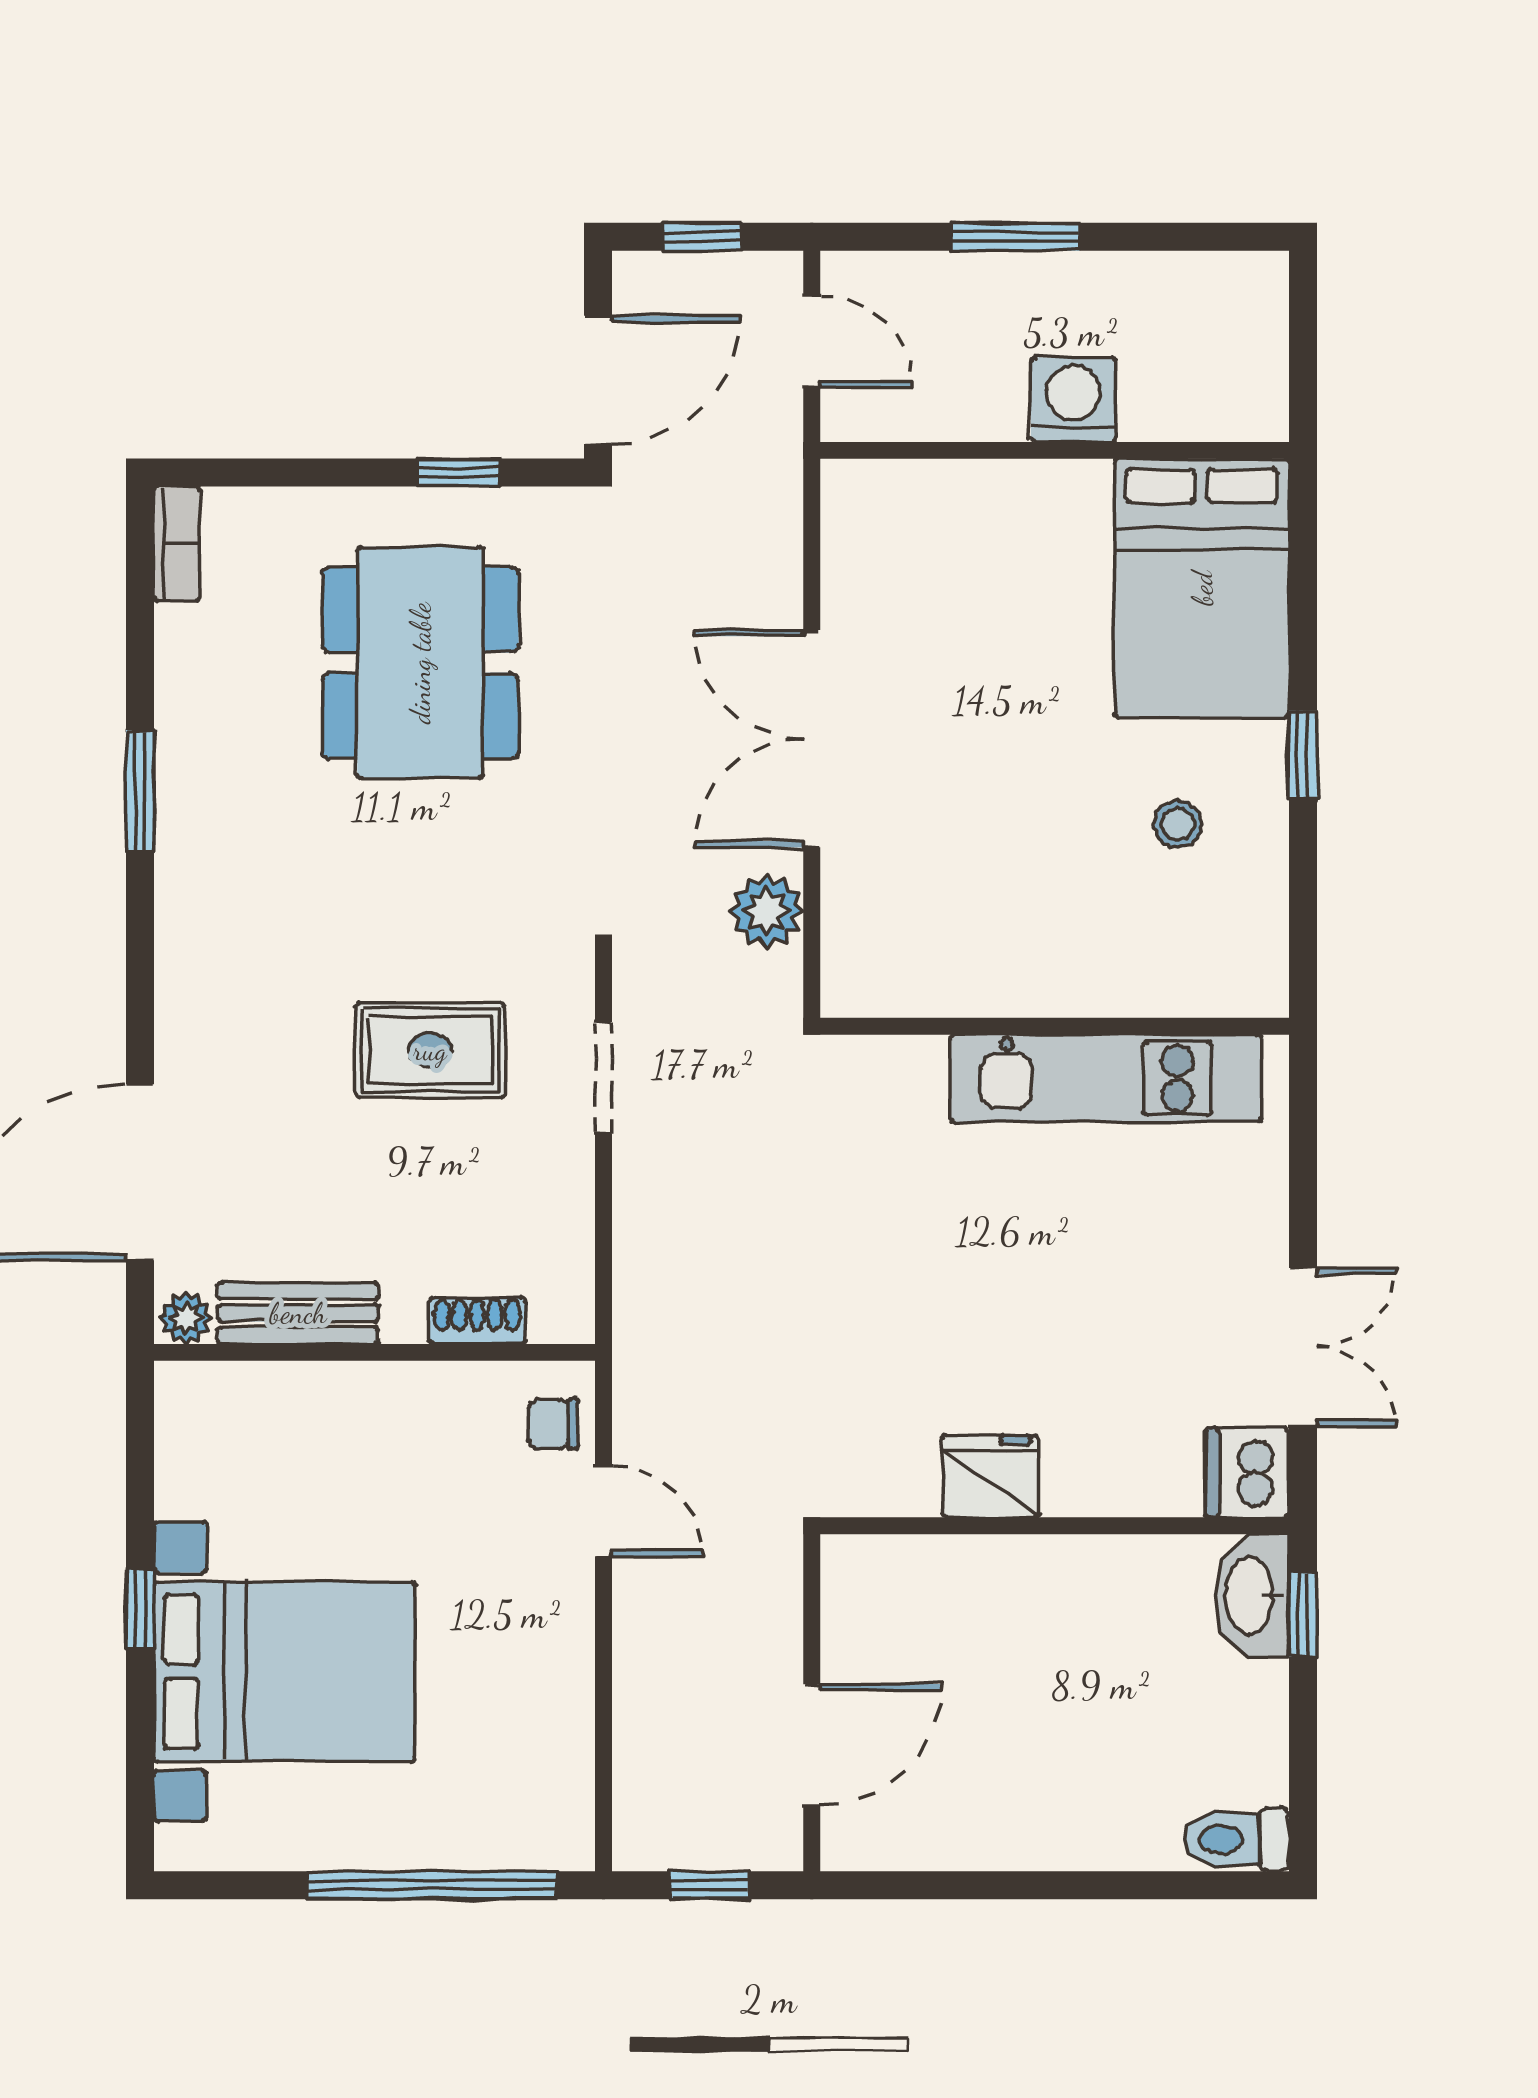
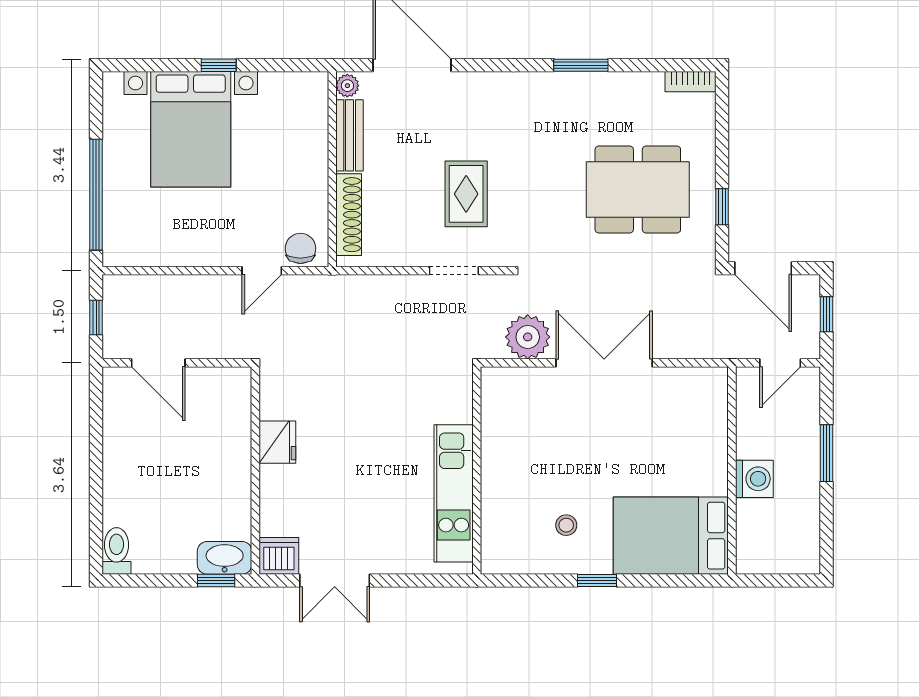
plant: (766, 911) -> (528, 337), width x1.36, depth x1.36
shoe rack: (477, 1321) -> (349, 215), width x1.94, depth x1.24
chair: (553, 1424) -> (300, 248), width x1.37, depth x1.37

